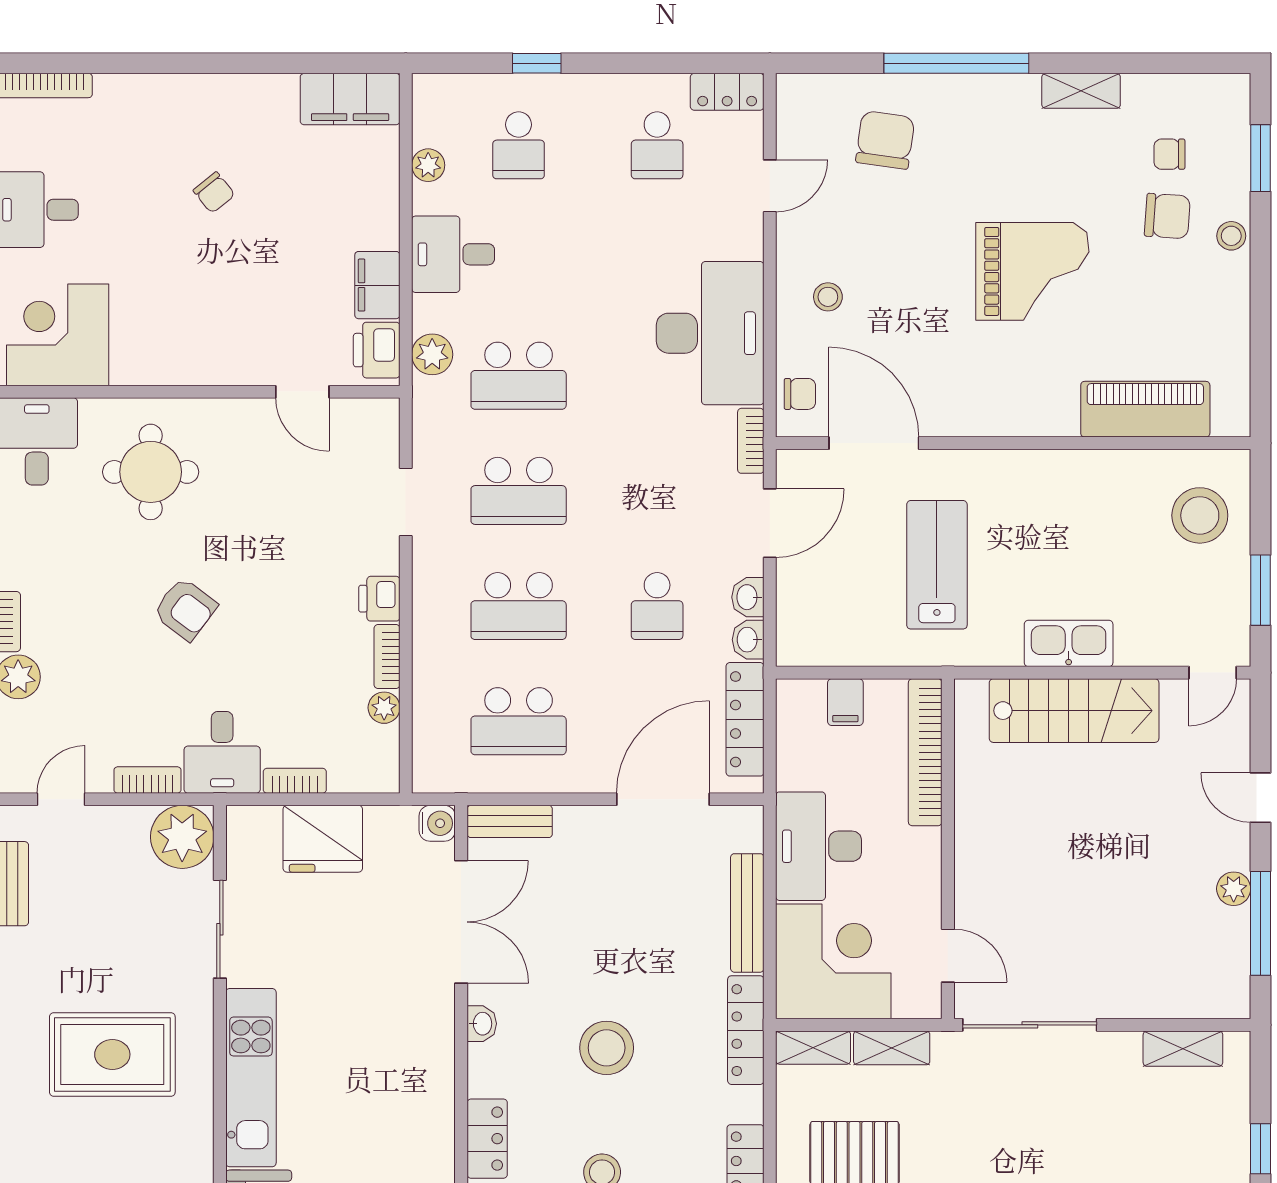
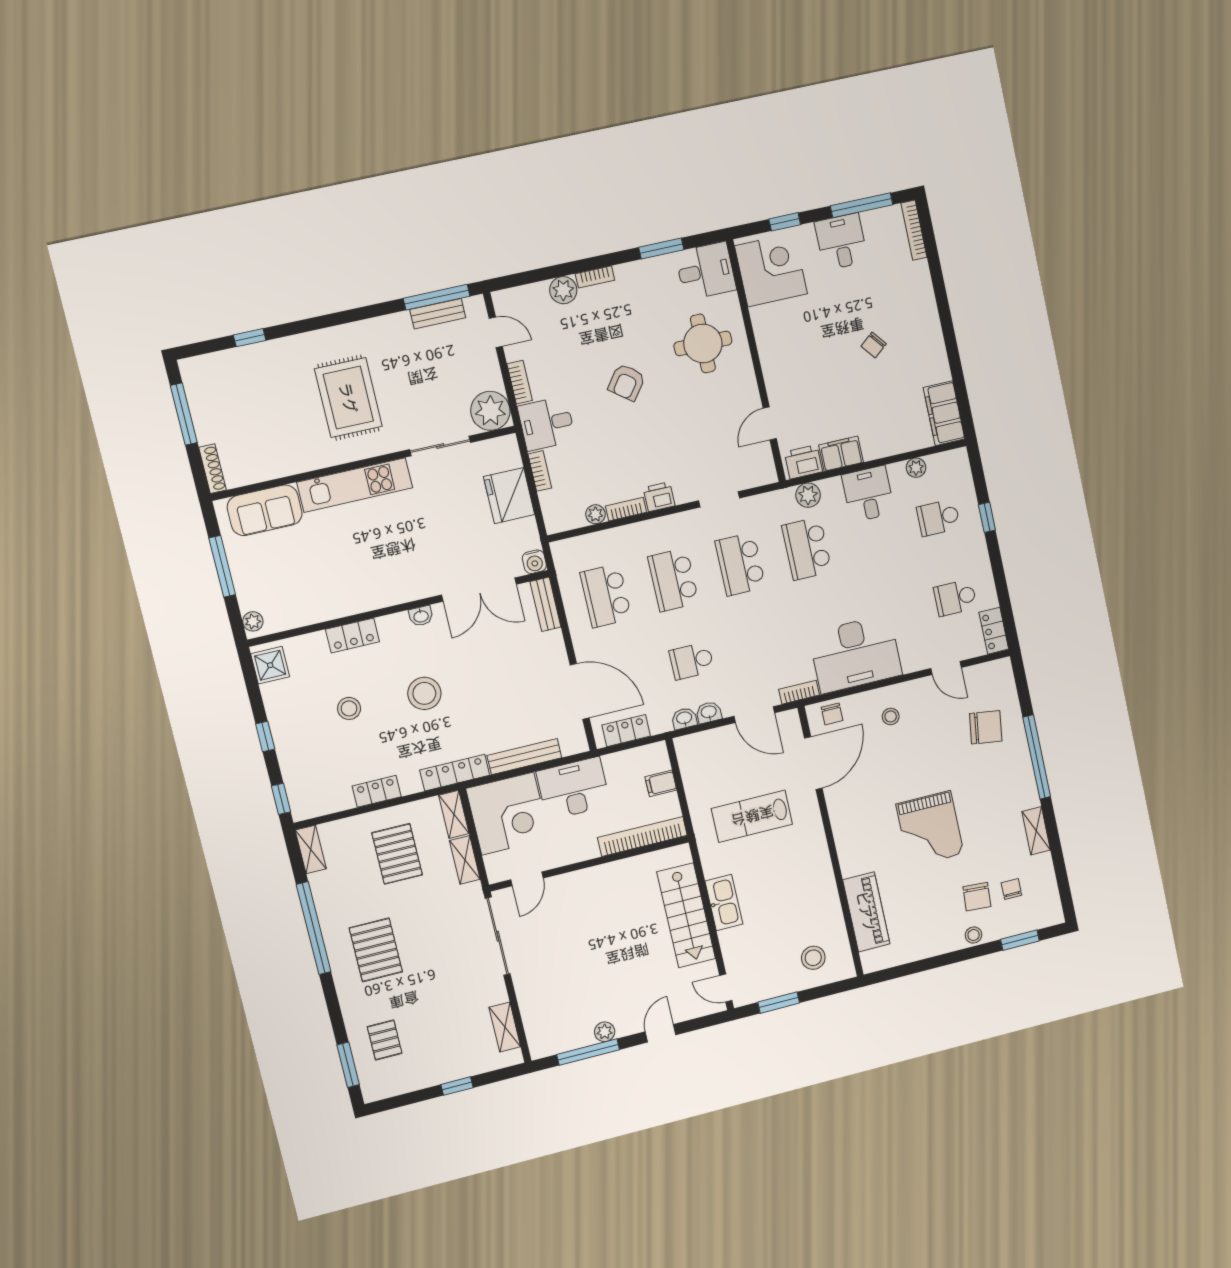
stool: (1200, 515) -> (813, 958), width x0.73, depth x0.73
lab bench: (937, 565) -> (752, 816), turned 180
locker: (745, 719) -> (626, 731), width x0.66

